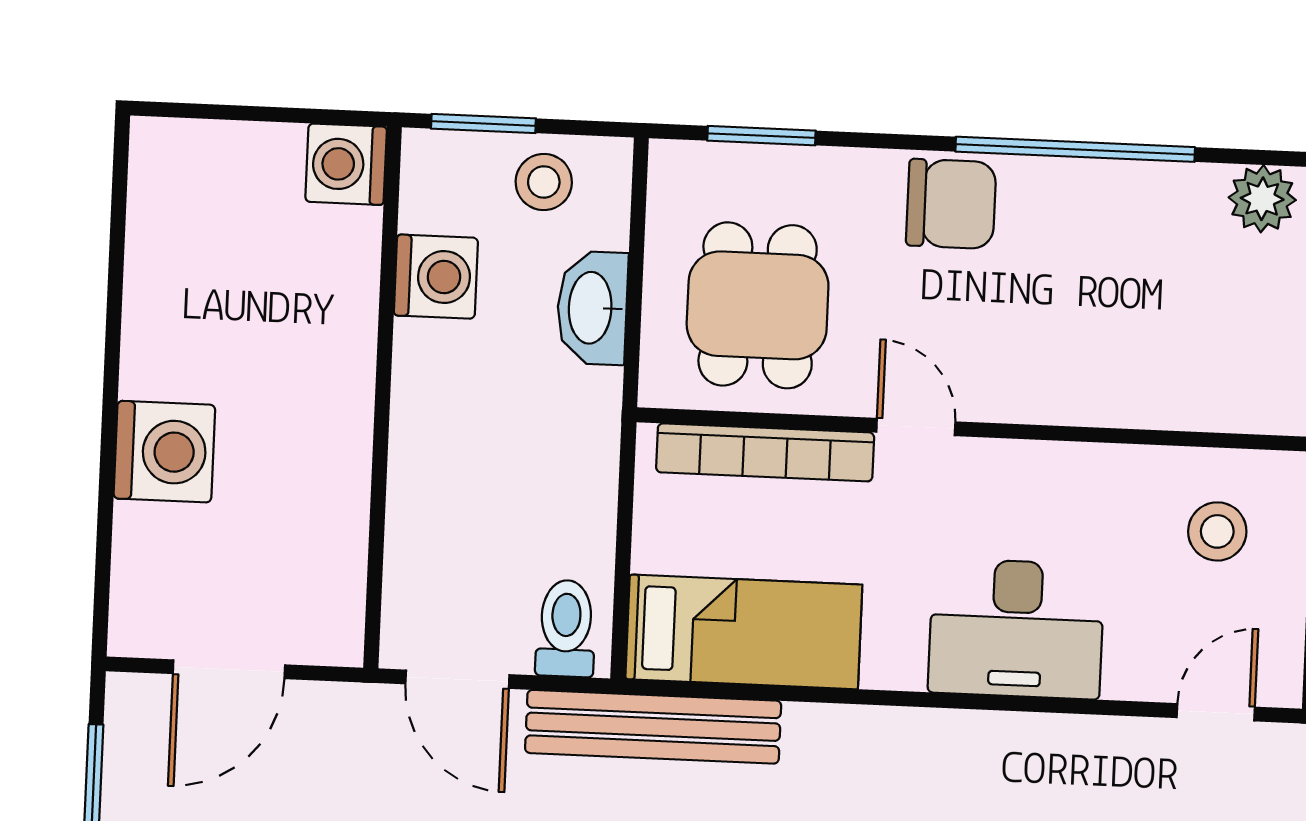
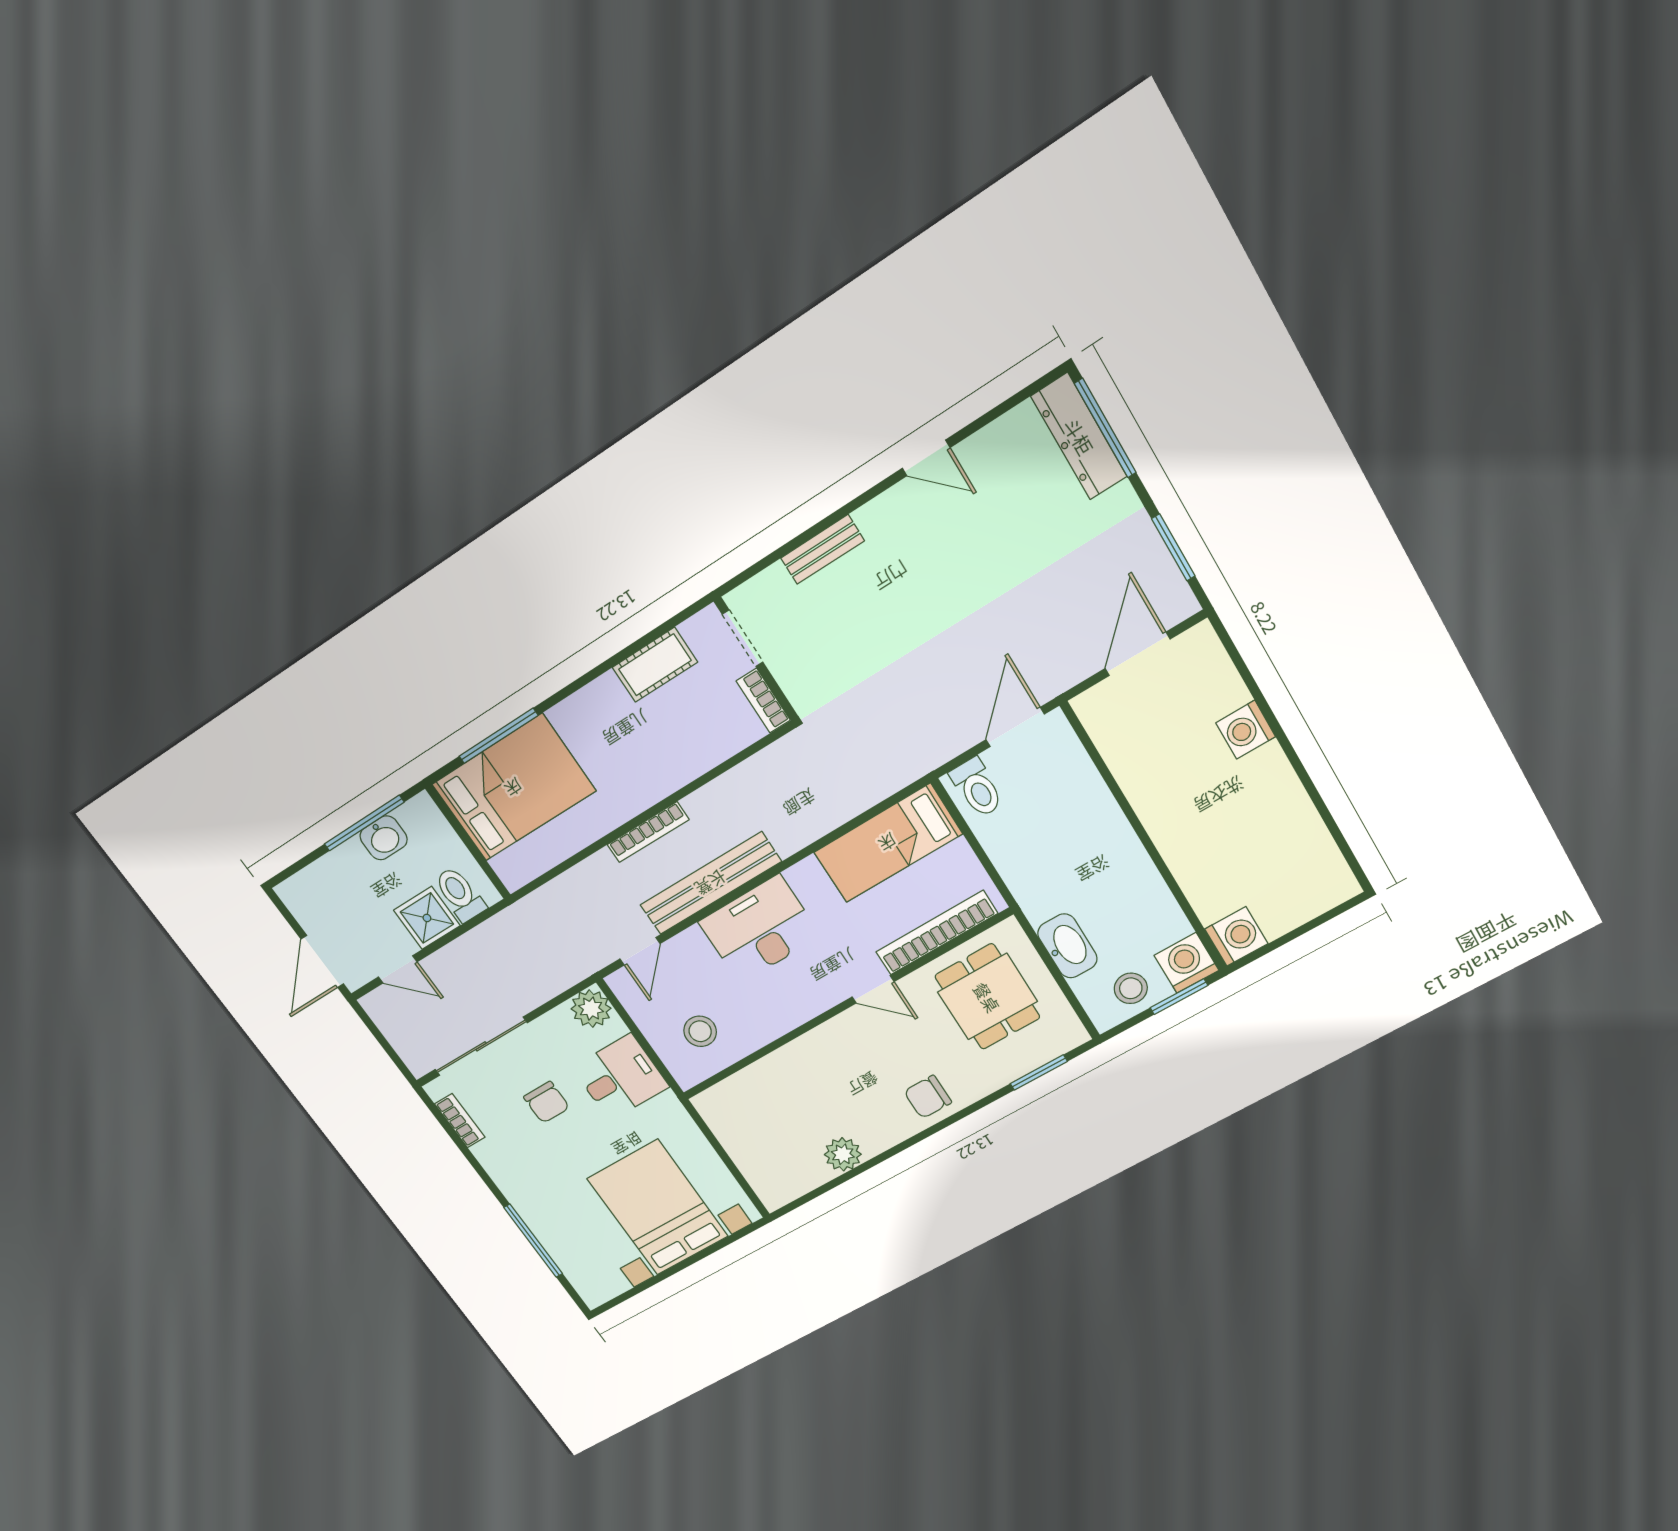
window: (1075, 149) -> (888, 1154), removed
plant: (1262, 199) -> (843, 1154), moved
chair: (951, 204) -> (928, 1097), width x0.73, depth x0.73
washing machine: (436, 277) -> (1186, 963), moved, turned 90
washing machine: (164, 452) -> (1246, 730), width x0.73, depth x0.73
door: (457, 679) -> (1015, 727), hinge flipped
bench: (653, 727) -> (711, 883), moved

